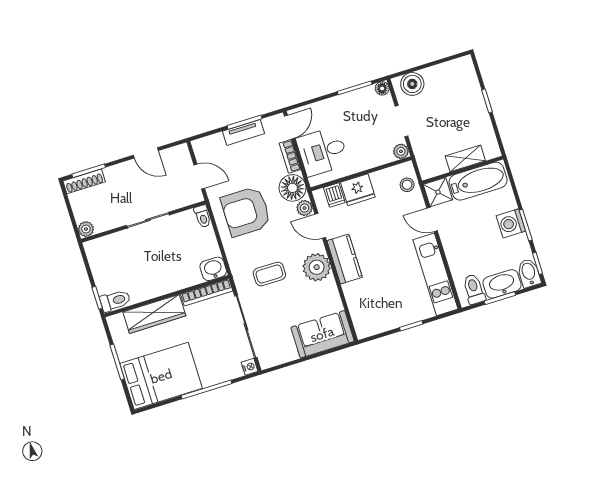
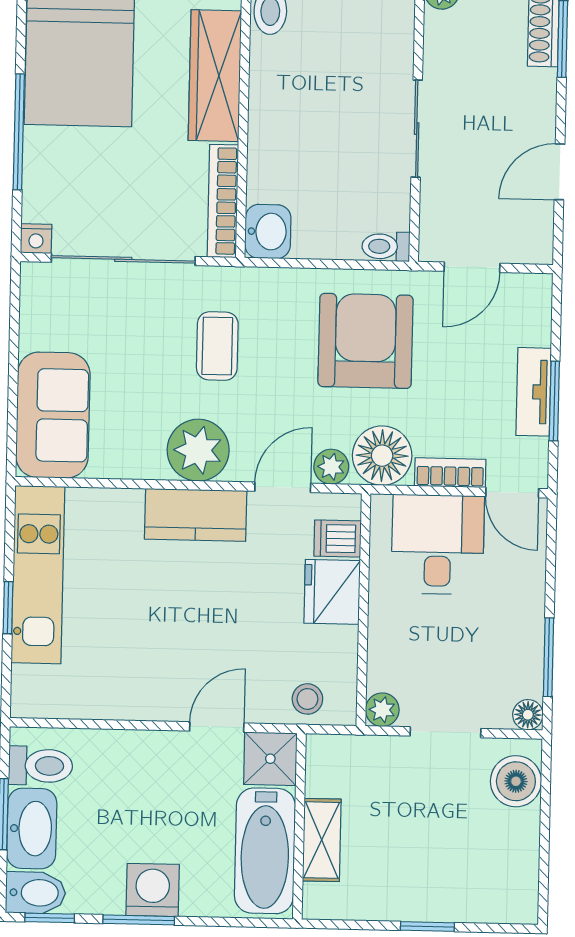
kitchen unit: (435, 274) -> (38, 575), moved, turned 90

